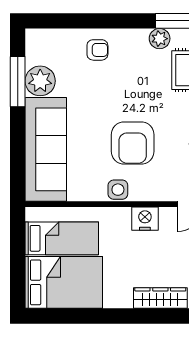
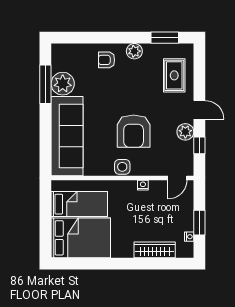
plant: (160, 39) -> (134, 51), moved
armchair: (97, 50) -> (107, 60), turned 180
nightstand: (145, 219) -> (143, 185), width x0.53, depth x0.56

